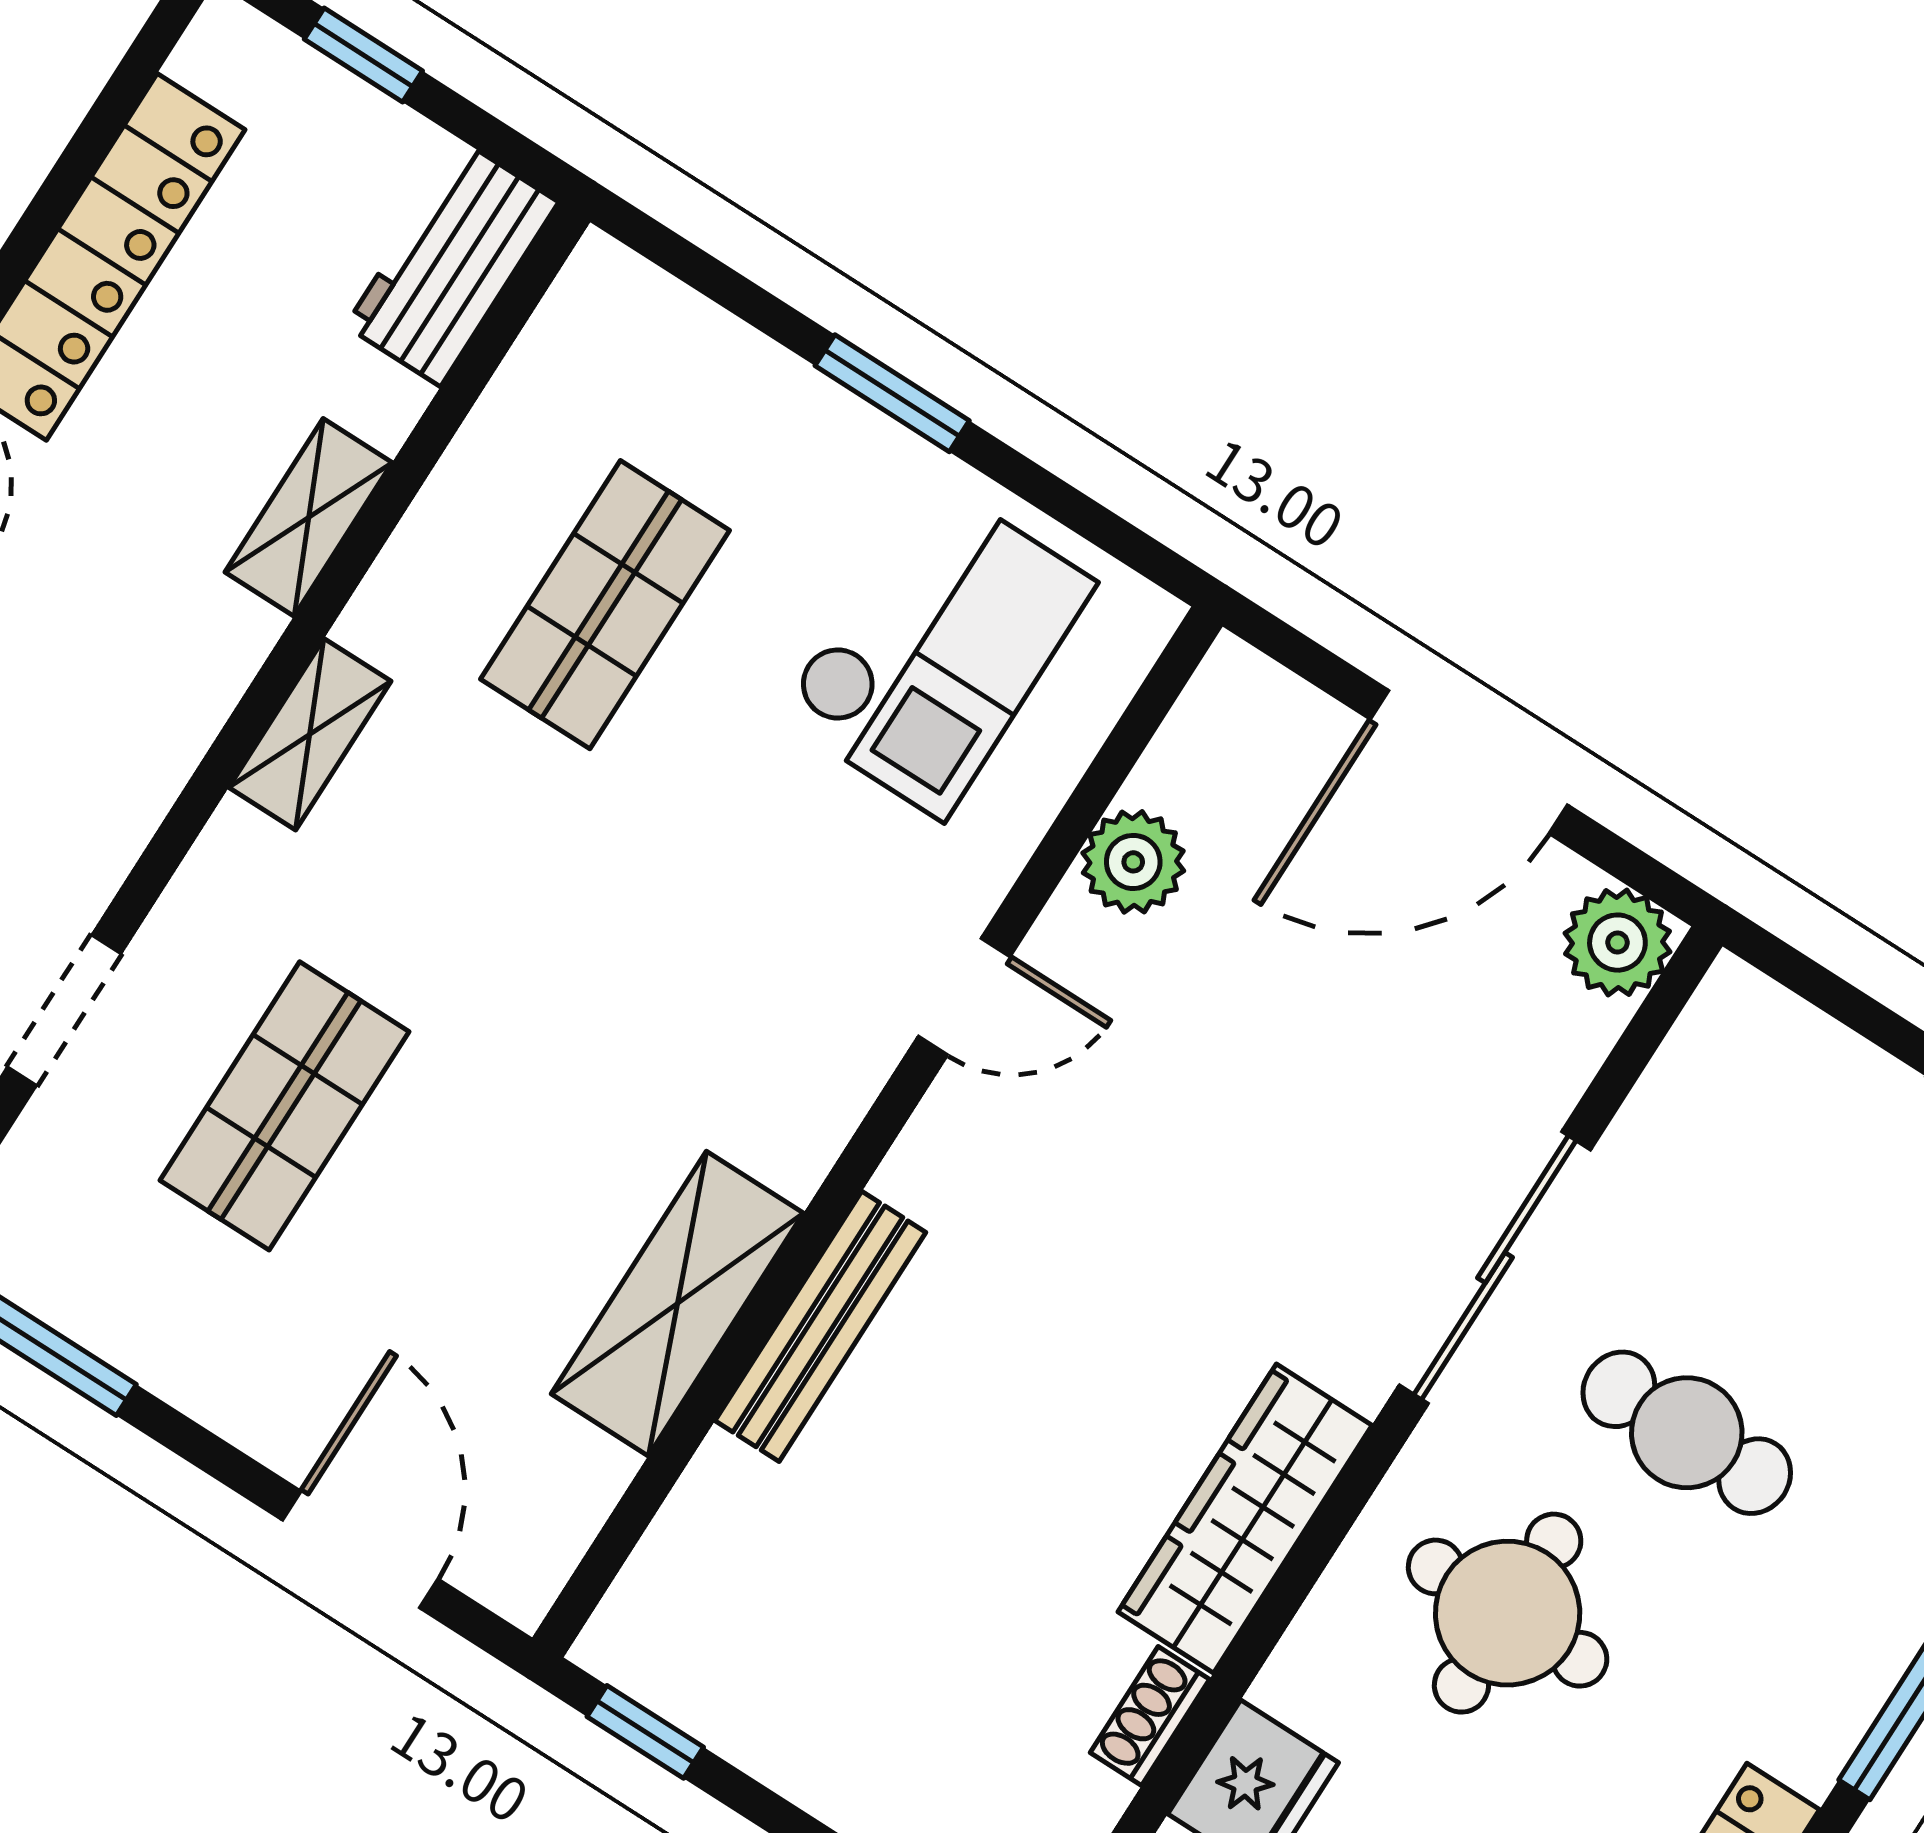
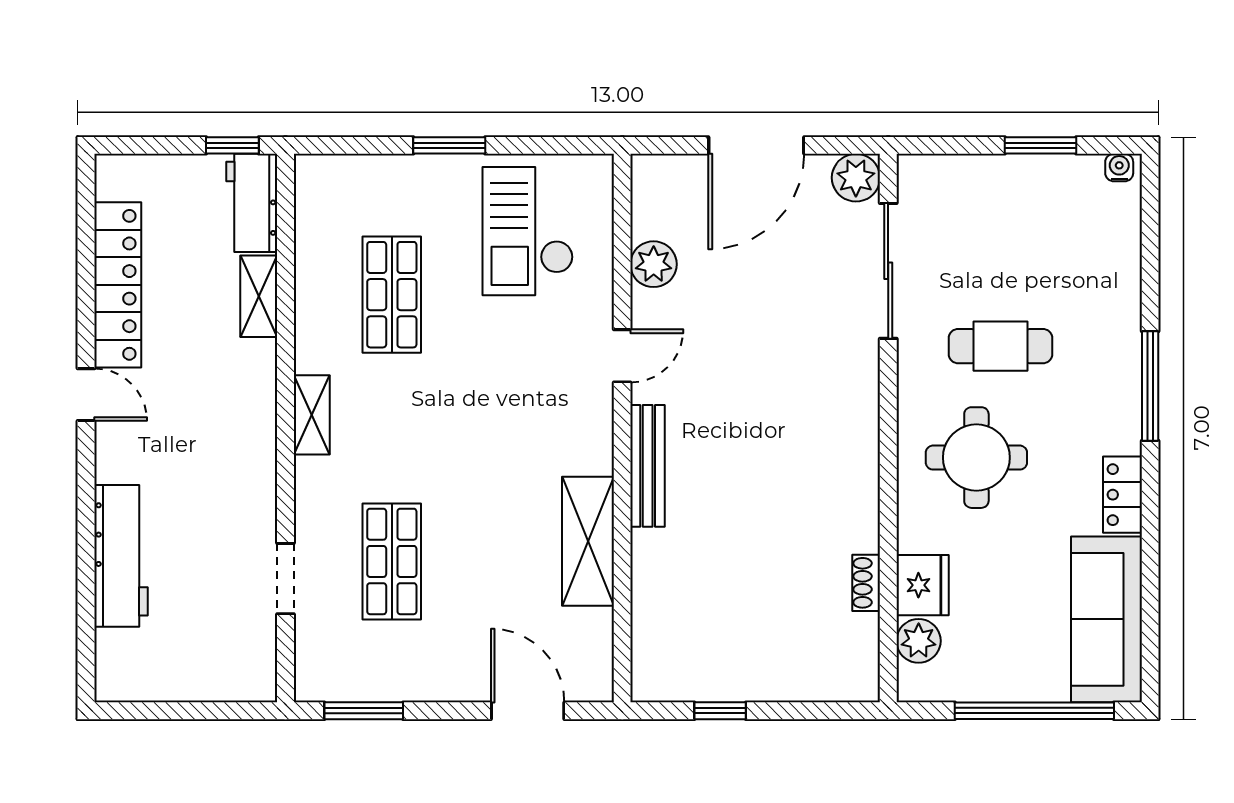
window: (363, 55) -> (232, 145), moved
shelving: (309, 517) -> (259, 296), moved
checkout: (937, 649) -> (528, 231), turned 180
sliding door: (1495, 1268) -> (888, 271), moved
bench: (820, 1326) -> (648, 466), moved
wardrobe: (1245, 1519) -> (854, 485), removed
window: (645, 1732) -> (720, 711), moved

